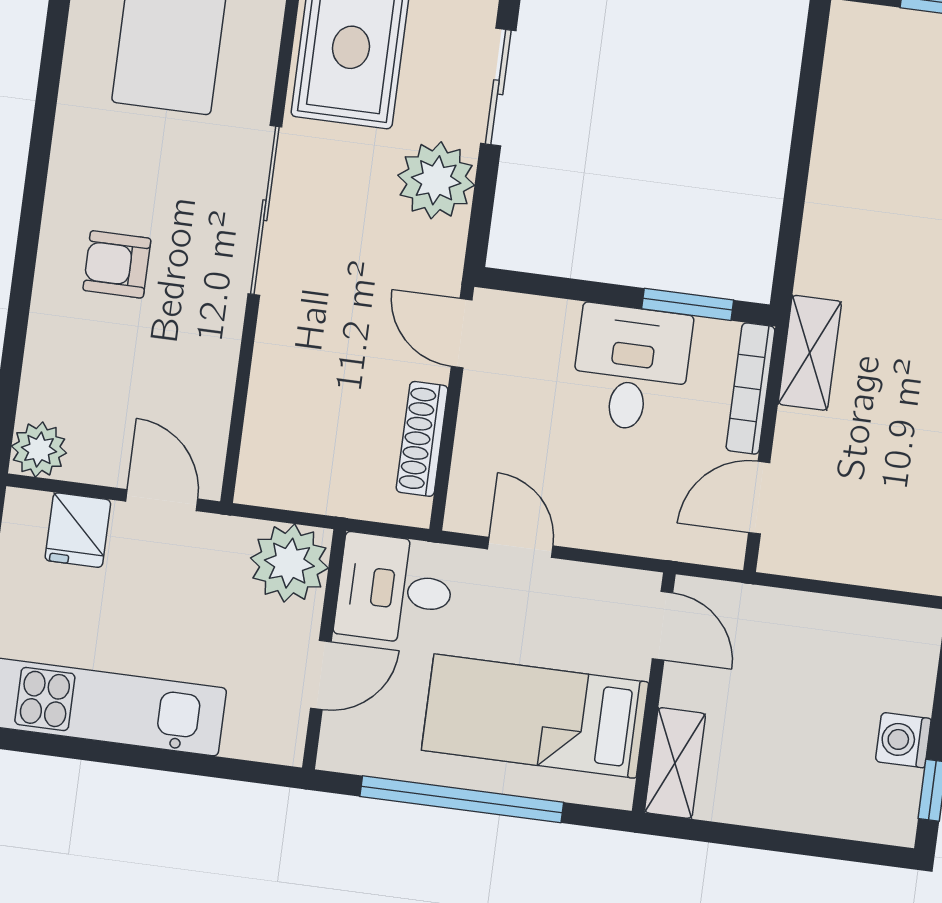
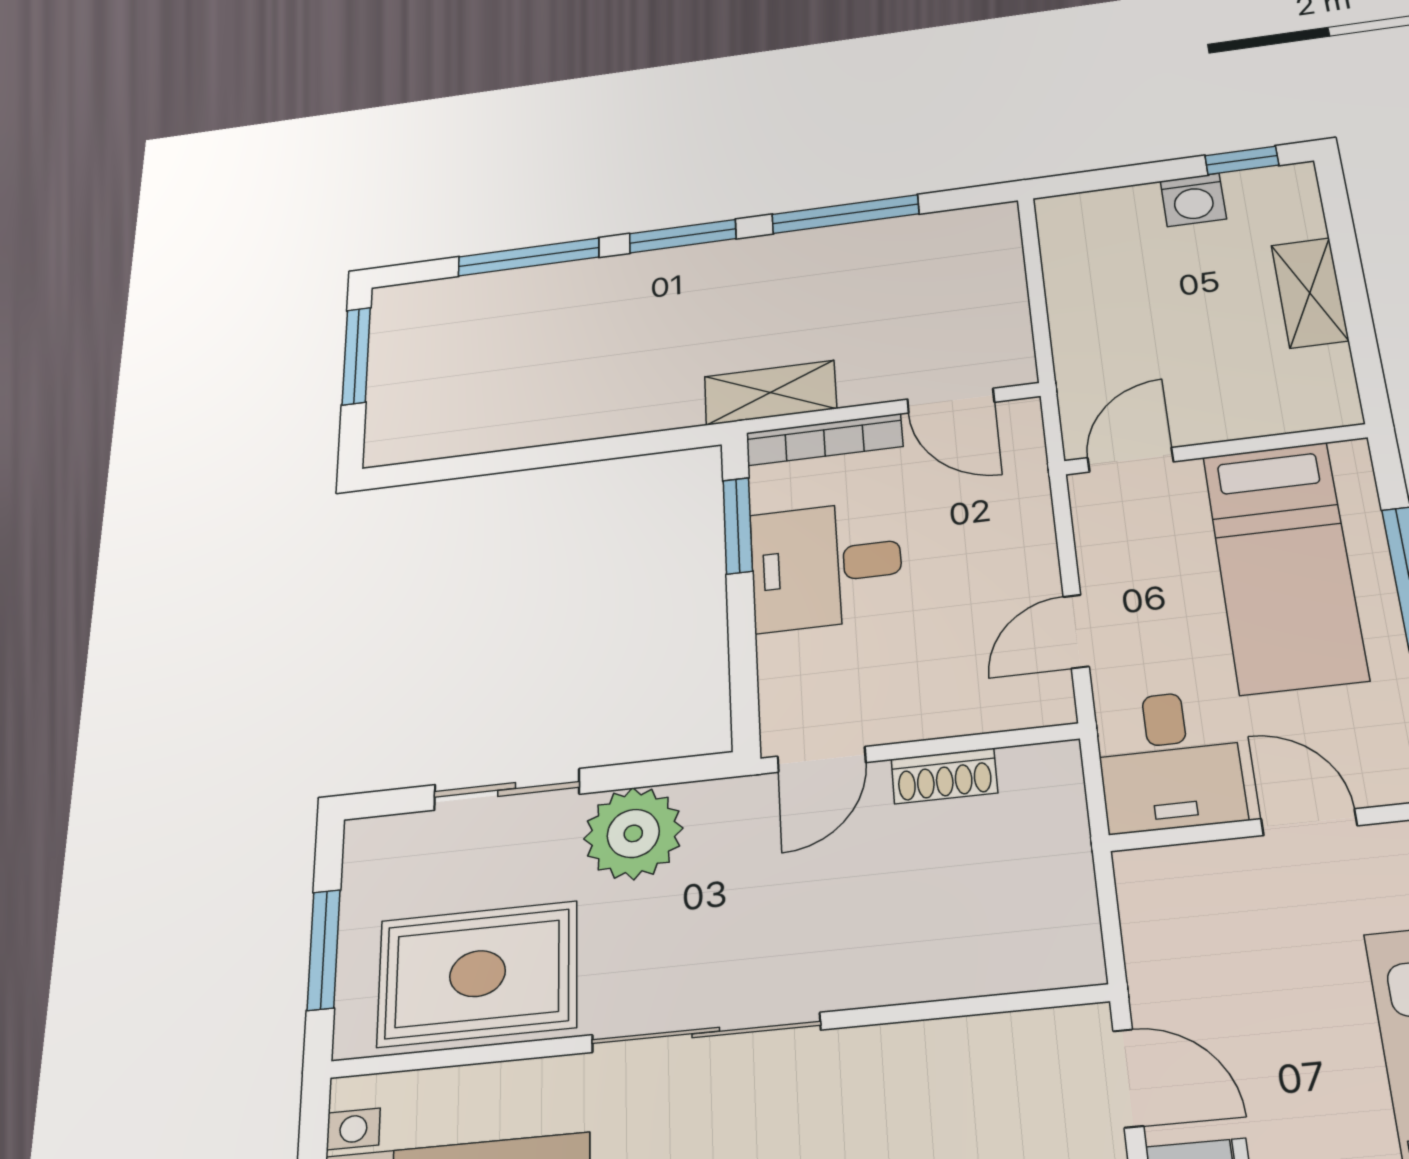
shoe rack: (422, 439) -> (944, 776), width x0.70
door: (162, 500) -> (1128, 1078), swing flipped
plant: (289, 563) -> (1170, 895), removed
shelving: (675, 763) -> (1310, 293), moved, turned 90

